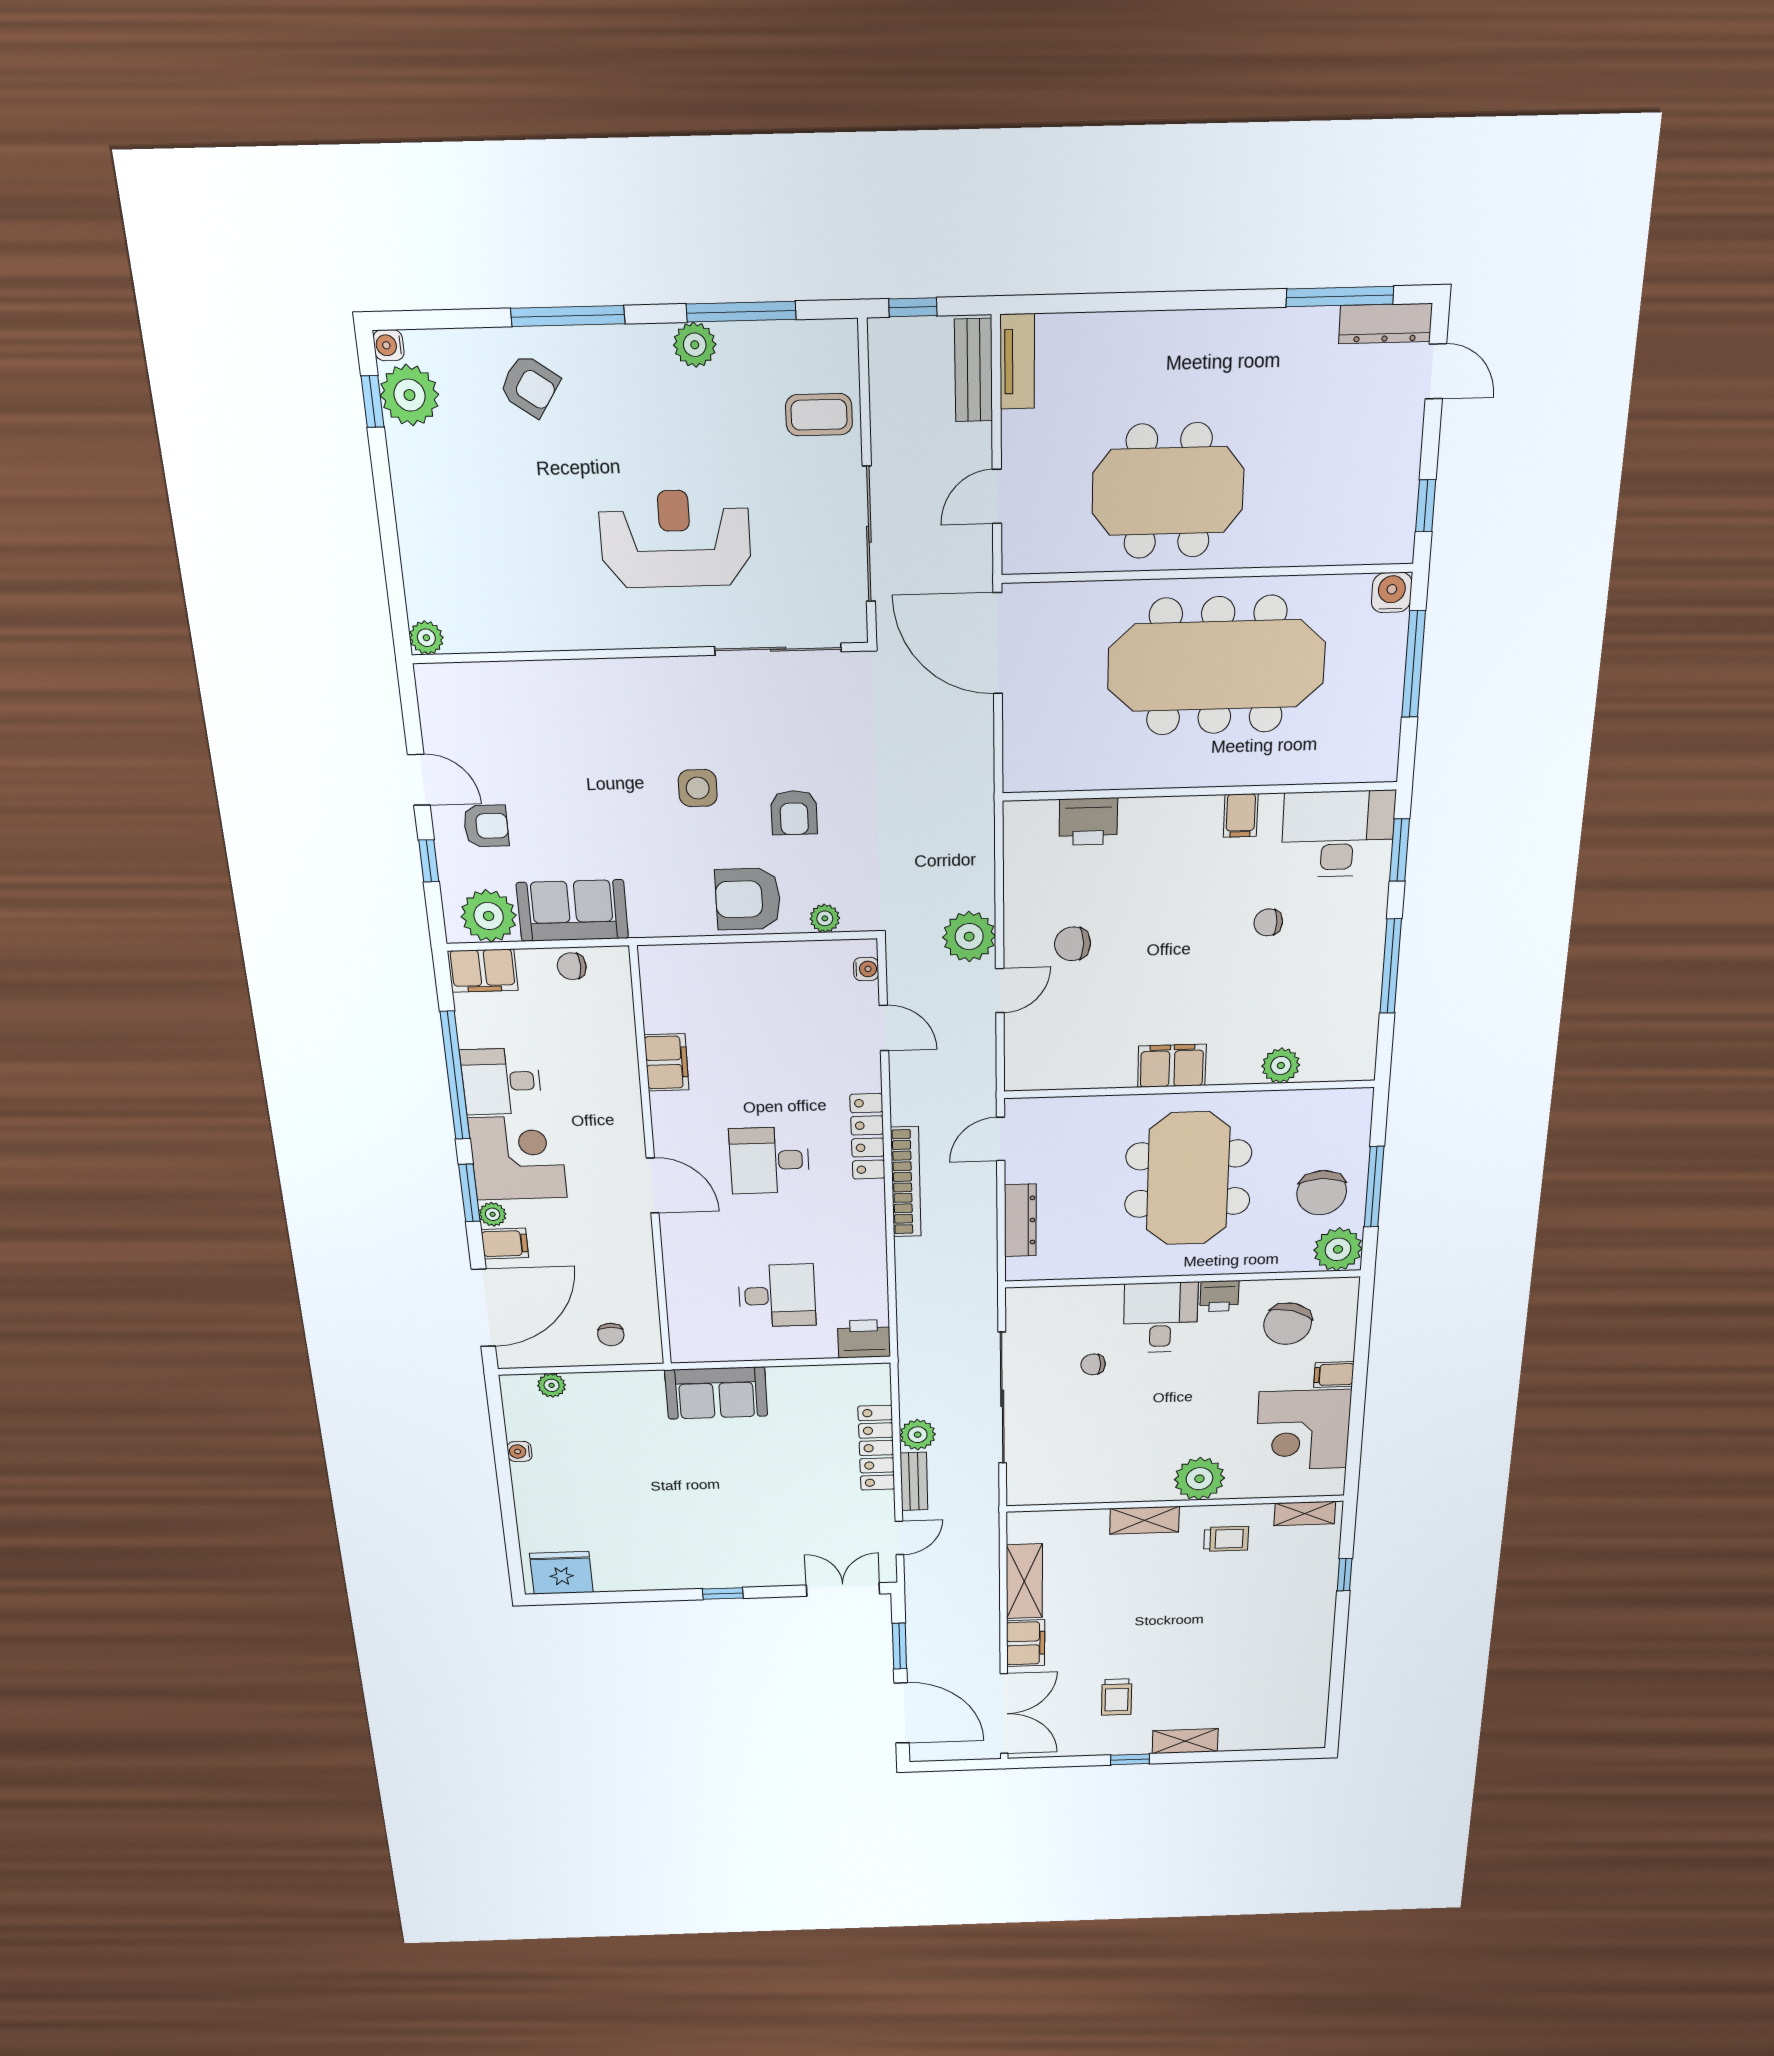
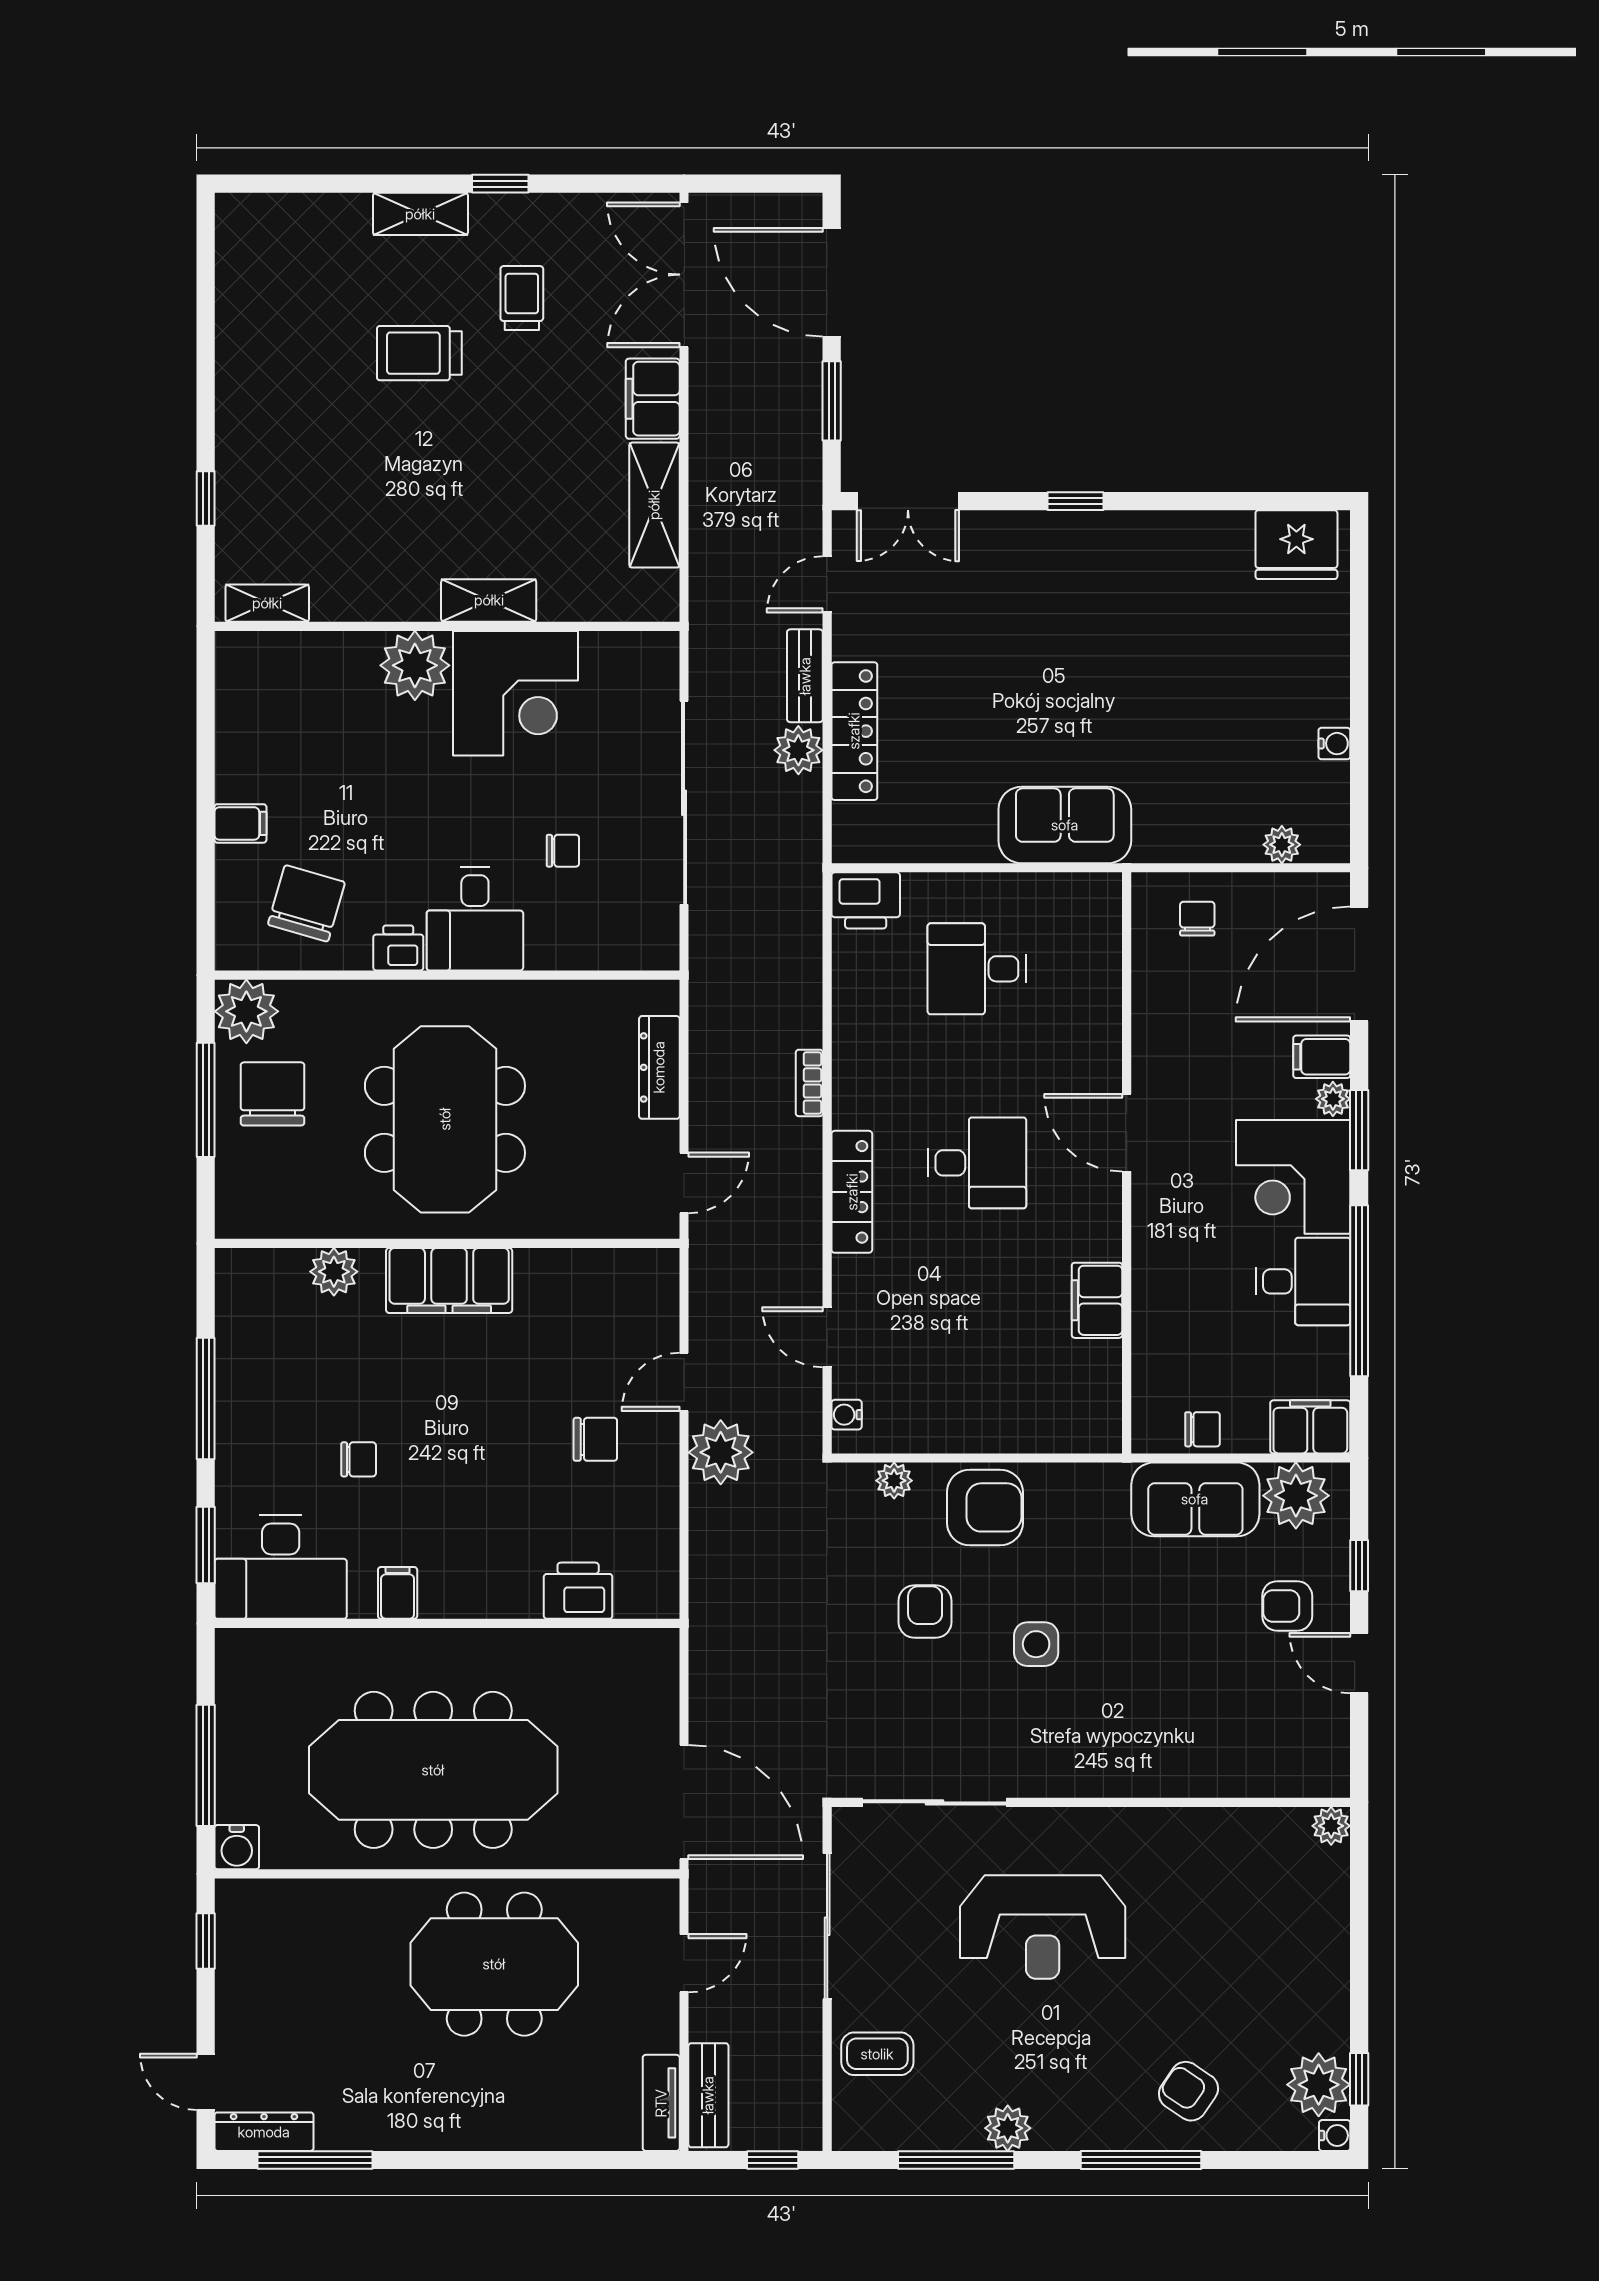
filing cabinet: (1172, 1066) -> (449, 1280), width x1.50, depth x1.17
bookcase: (906, 1182) -> (809, 1083), width x0.43, depth x0.76
corner desk: (1303, 1430) -> (516, 693), moved, turned 90
trolley: (1226, 1539) -> (419, 353), moved, width x1.36, depth x1.39

